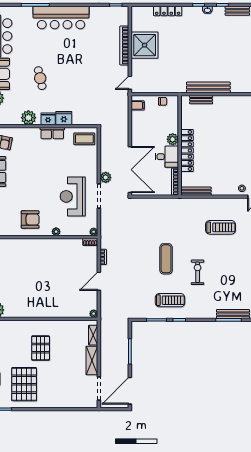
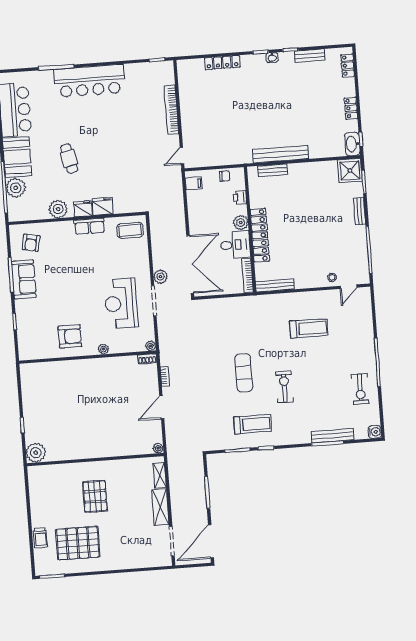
shower: (145, 45) -> (197, 107), removed
printer: (174, 119) -> (240, 197), added
pallet: (24, 384) -> (78, 543), turned 90

